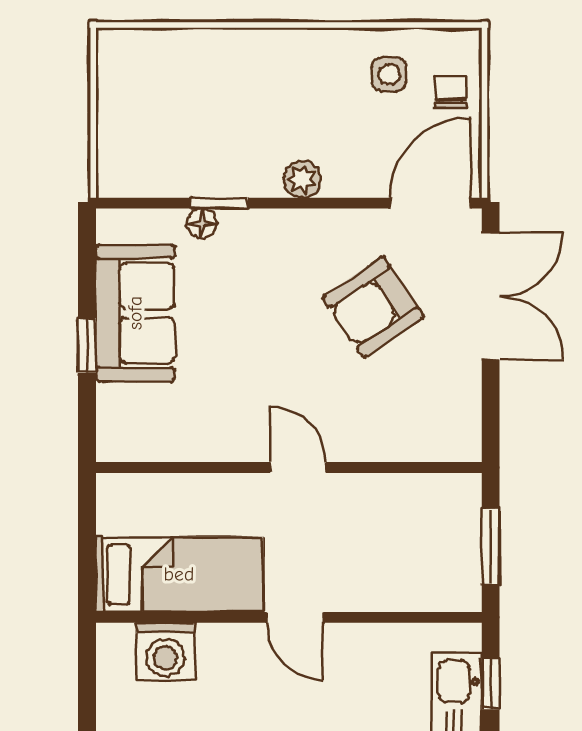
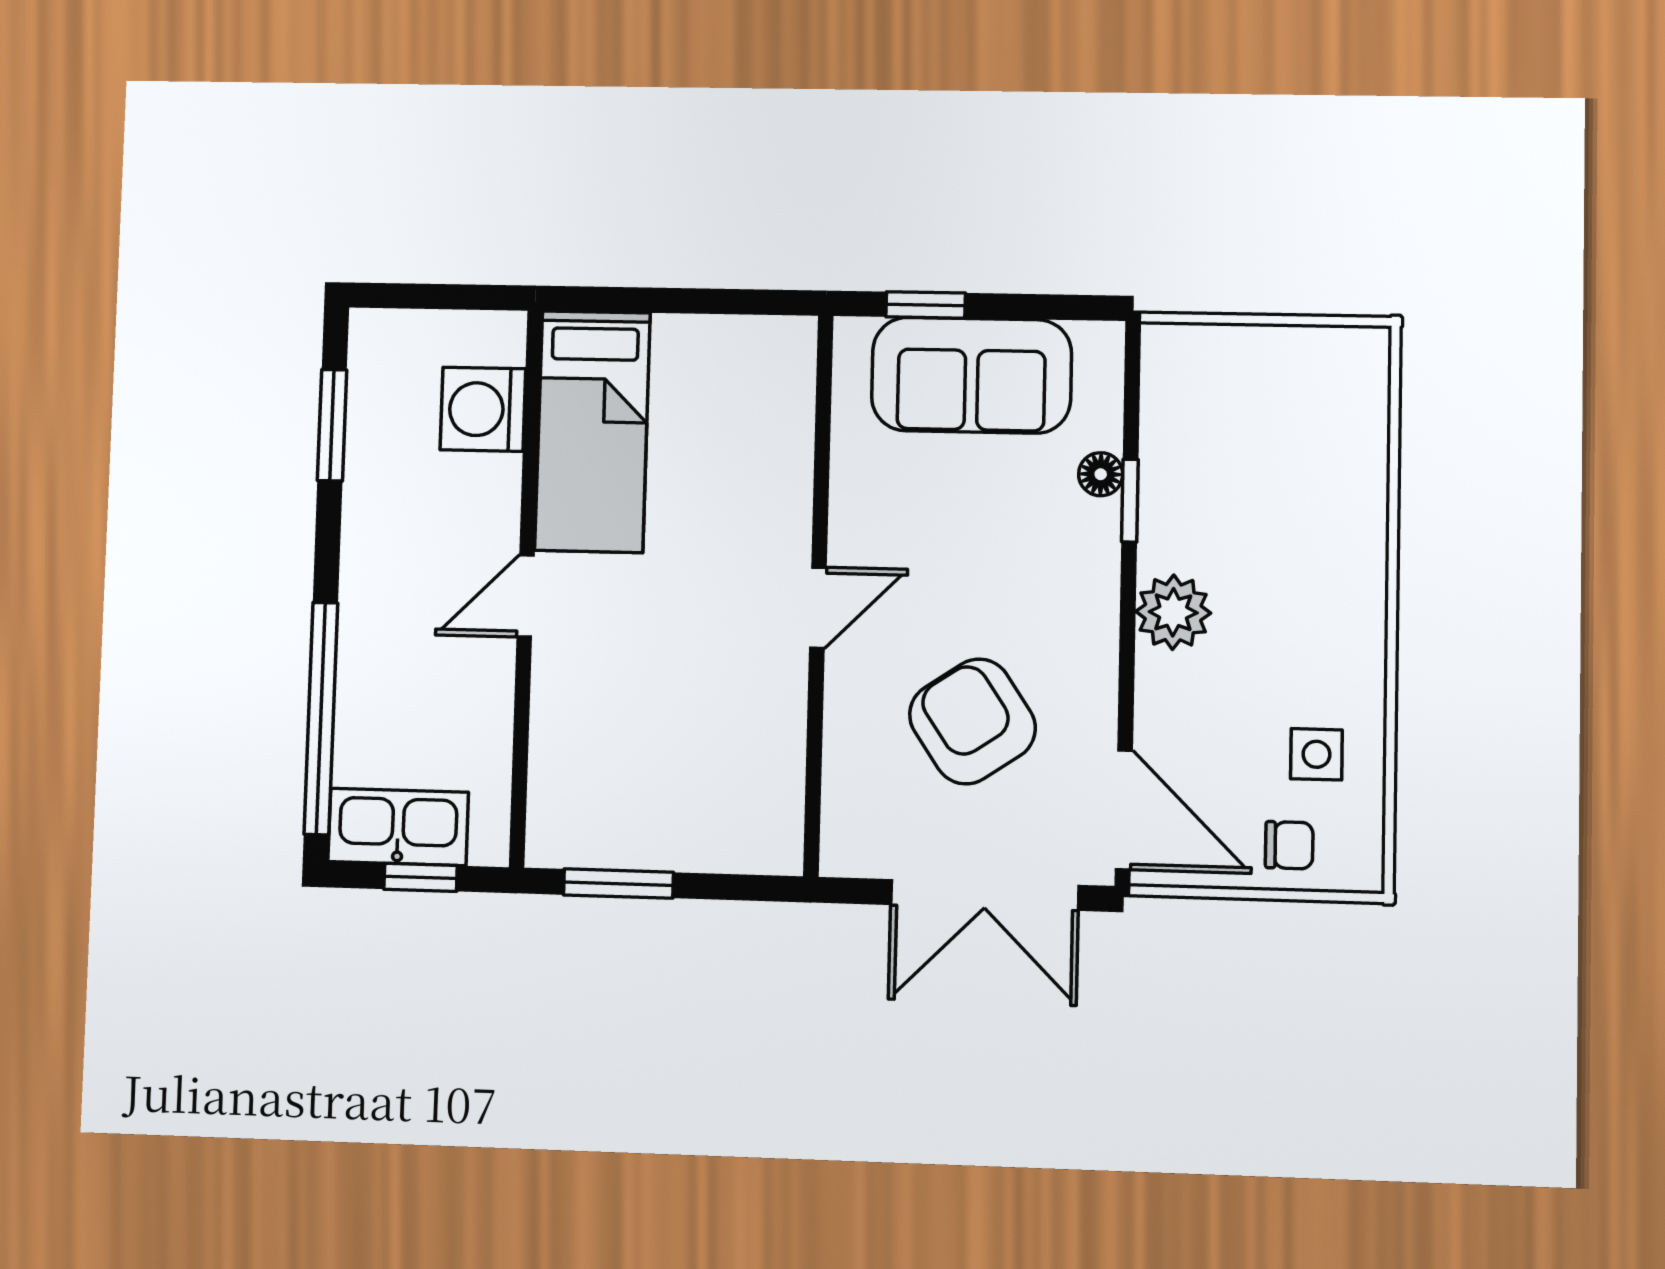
plant: (302, 179) -> (1173, 612), width x1.38, depth x1.38
wall: (289, 468) -> (818, 594), moved
door: (298, 468) -> (818, 608), moved

